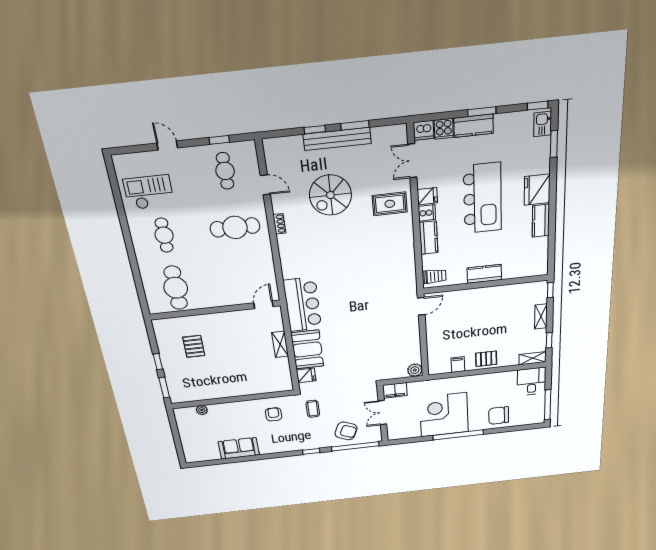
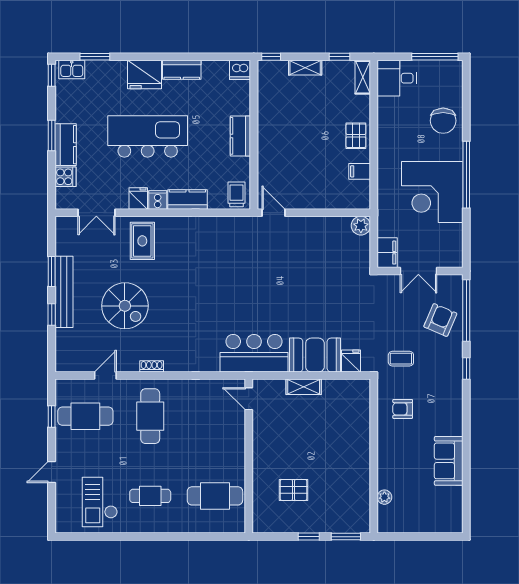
dishwasher: (424, 130) -> (240, 70), moved, turned 90
cafe table: (225, 171) -> (85, 416), width x1.37, depth x1.35

